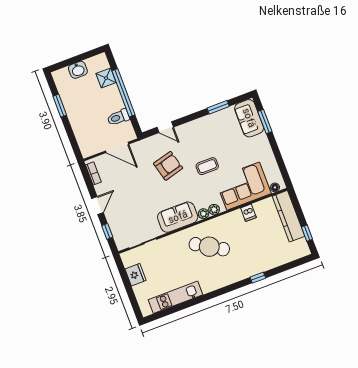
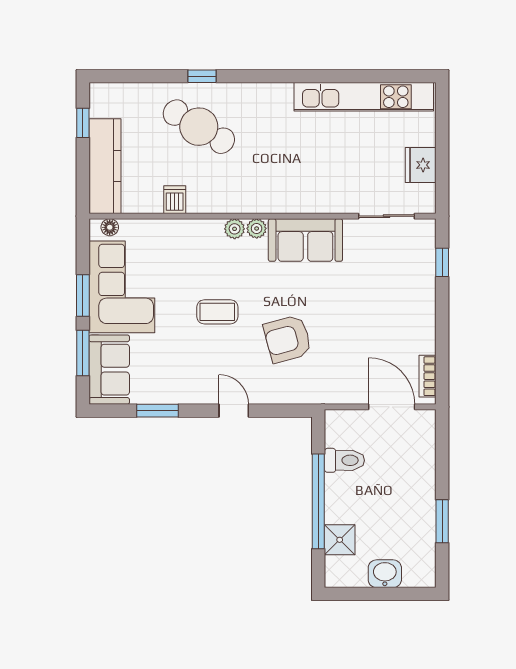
door: (165, 127) -> (234, 411), moved
door: (117, 147) -> (392, 407), moved
window: (275, 149) -> (83, 296), added
corner sofa: (243, 186) -> (122, 287), moved, turned -90
door: (97, 206) -> (442, 315), removed
cafe table: (209, 247) -> (199, 127), moved
kitchen unit: (176, 297) -> (364, 97), width x1.36

